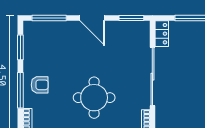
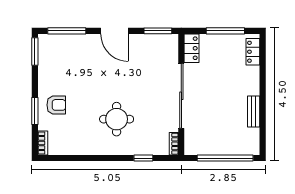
window: (20, 47) -> (35, 52), moved
window: (20, 90) -> (35, 111), width x0.69
round table: (94, 98) -> (117, 119), width x0.73, depth x0.73

